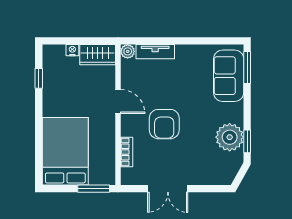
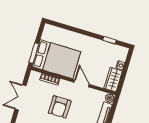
door: (118, 101) -> (81, 83), swing flipped
armchair: (164, 124) -> (60, 107), turned -90
bed: (65, 151) -> (56, 59), moved

